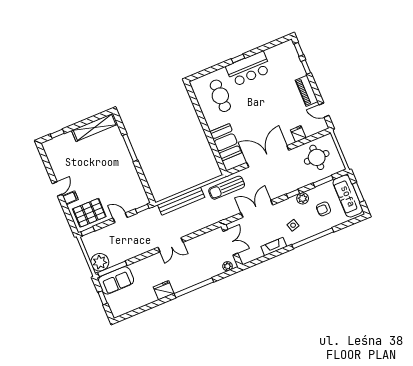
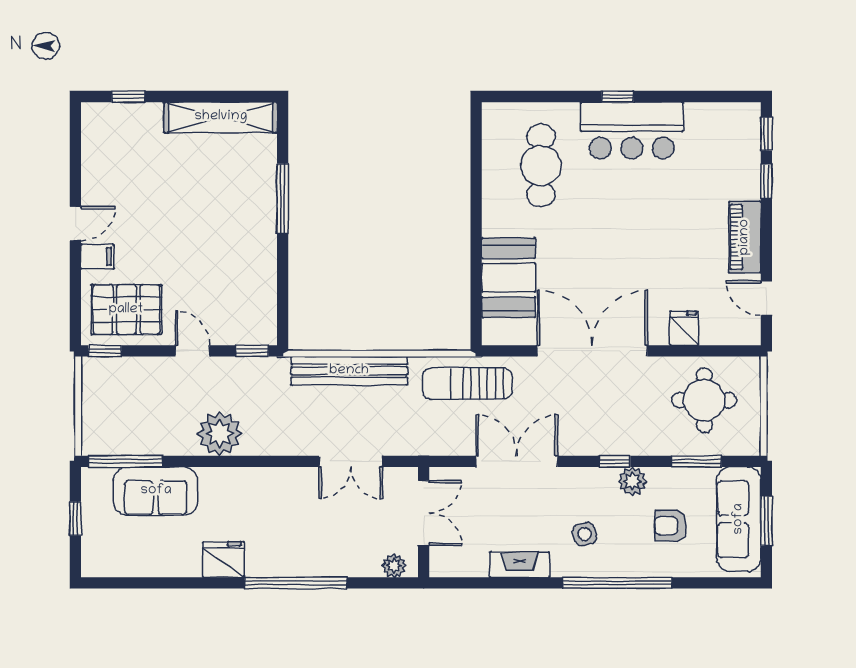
double door: (171, 245) -> (351, 461), moved
plant: (100, 262) -> (220, 434), moved
sofa: (116, 280) -> (156, 491), moved

